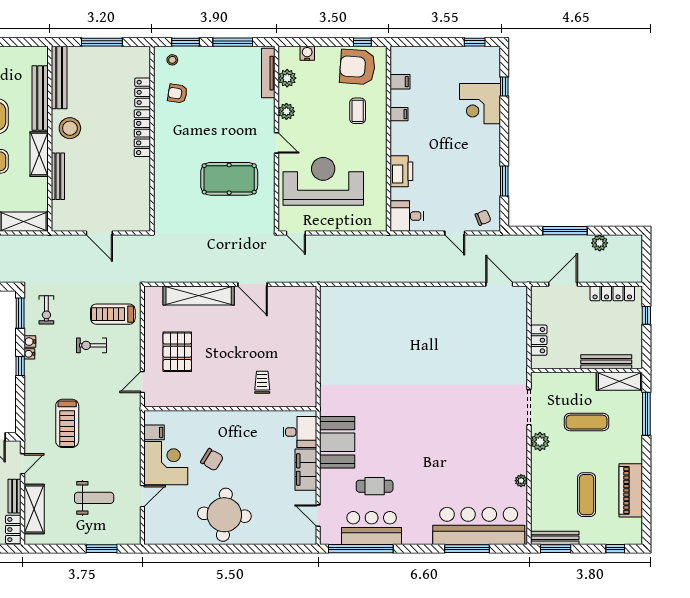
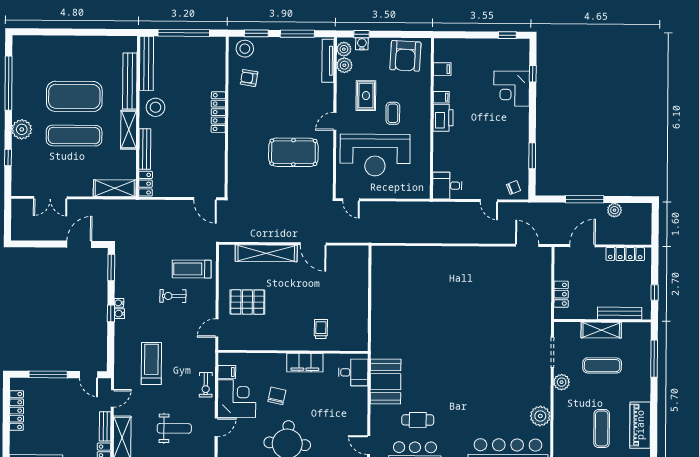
window: (102, 42) -> (184, 33), width x1.46
window: (362, 42) -> (362, 34), moved
stool: (172, 60) -> (245, 49), width x1.89, depth x1.89
armchair: (357, 67) -> (405, 56), turned -91
locker: (143, 92) -> (146, 184), moved, turned 180
plant: (286, 111) -> (344, 49), moved
coffee table: (358, 111) -> (393, 113), moved
rug: (312, 113) -> (366, 96), added
door: (277, 143) -> (335, 121), swing flipped
printer: (401, 171) -> (443, 118), moved
reception desk: (323, 181) -> (375, 155), turned 180
door: (99, 233) -> (205, 199), moved
exercise bike: (46, 310) -> (206, 385), moved
window: (646, 315) -> (655, 293), moved
water cooler: (30, 342) -> (119, 314), moved
pallet: (177, 352) -> (247, 302), turned 90
shelving: (619, 381) -> (601, 330), moved
treadmill: (67, 423) -> (151, 364), turned 180
chair: (212, 460) -> (277, 396), turned -109
filing cabinet: (306, 470) -> (305, 363), moved, turned -90
plant: (521, 481) -> (540, 416), width x1.87, depth x1.87

